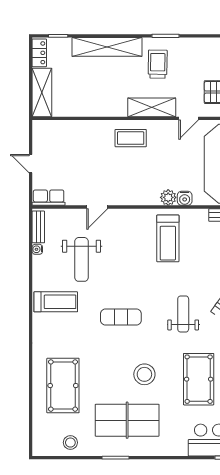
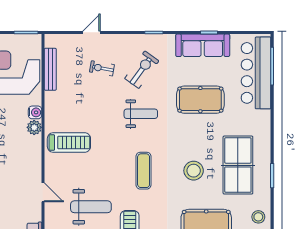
treadmill: (168, 238) -> (69, 143), moved
weight bench: (183, 314) -> (141, 114), turned 180
stool: (144, 374) -> (194, 171), moved

